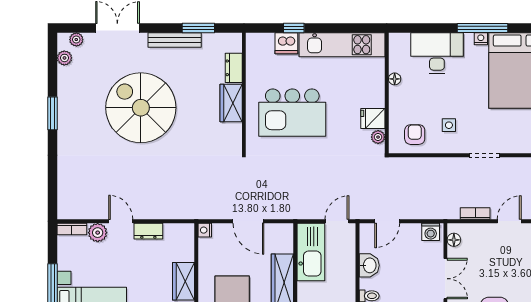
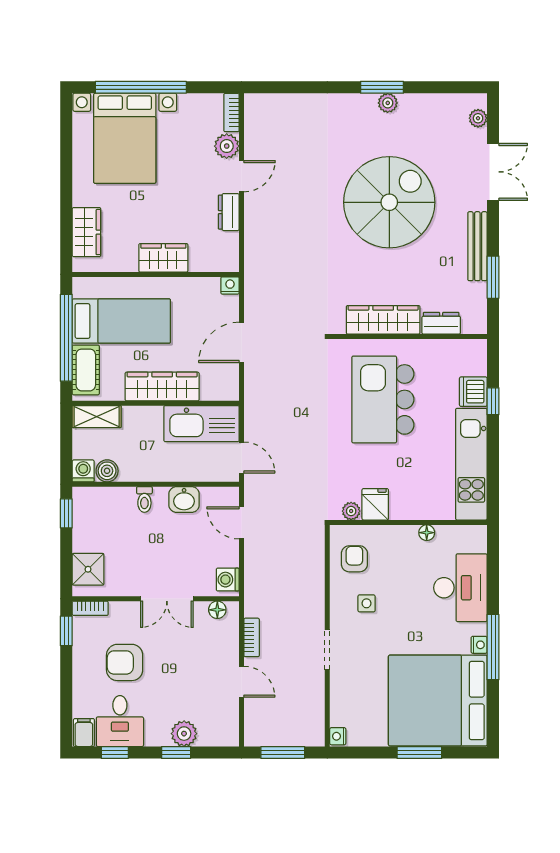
plant: (64, 58) -> (388, 103), moved
wardrobe: (231, 103) -> (383, 320), width x1.50
armchair: (415, 135) -> (354, 559), turned -90

